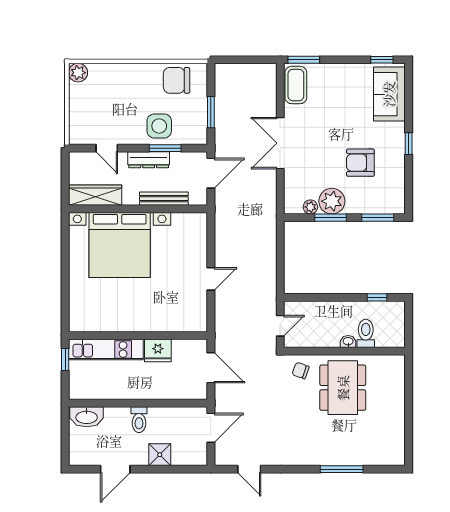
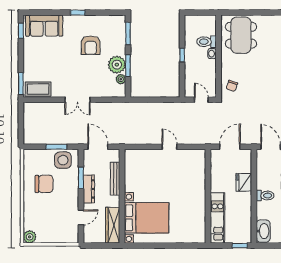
chair: (176, 80) -> (44, 184), moved, turned -90
side table: (159, 126) -> (63, 160), moved
double door: (280, 143) -> (77, 100), width x0.73
bed with nightstands: (120, 245) -> (147, 218), width x0.73
window: (377, 297) -> (182, 55), moved
fridge: (158, 350) -> (244, 182), moved, turned 180
window: (65, 359) -> (240, 246), moved
dining table: (343, 388) -> (241, 35), moved, turned 90

